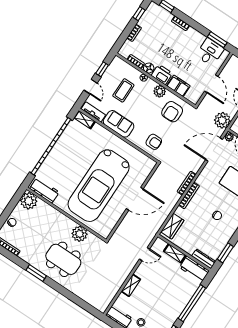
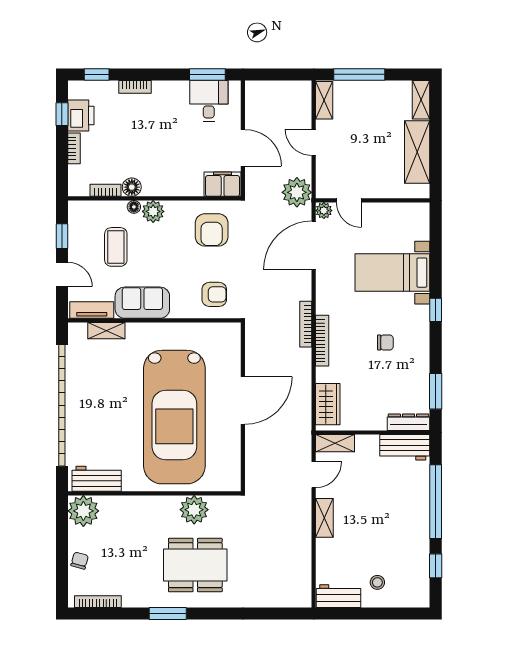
printer: (162, 74) -> (81, 116), moved, turned 90
filing cabinet: (178, 86) -> (223, 184), moved
plant: (160, 91) -> (153, 211), moved
shelving: (85, 120) -> (106, 331), moved
shelving: (175, 253) -> (335, 443), moved
shelving: (131, 285) -> (324, 518), moved

